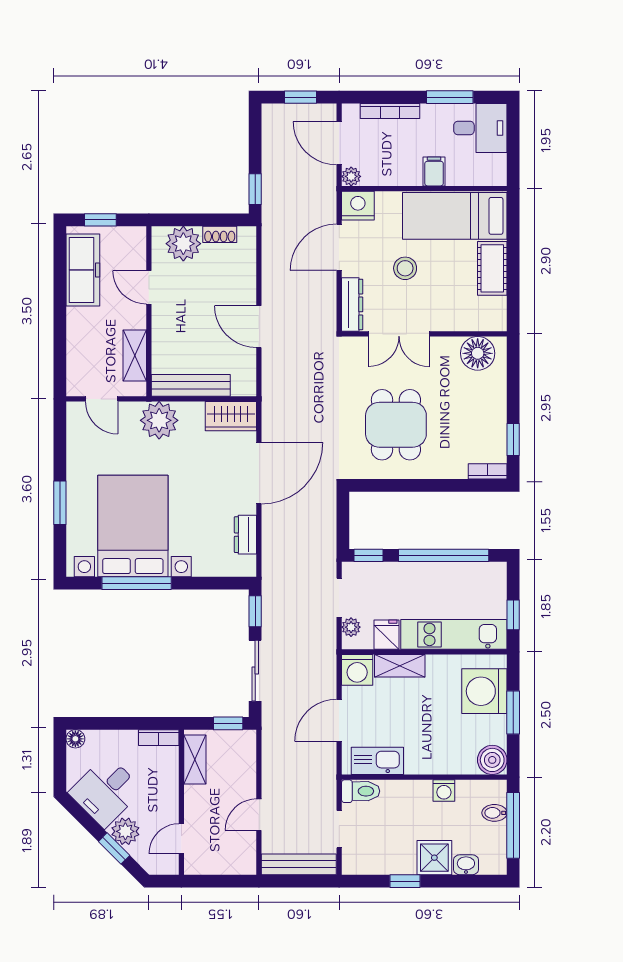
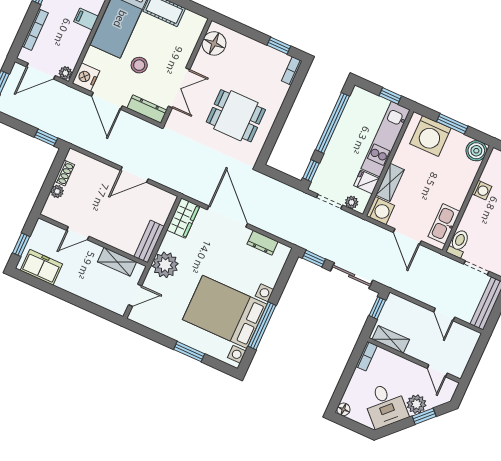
plant: (183, 244) -> (57, 191), width x0.53, depth x0.53
freezer: (83, 270) -> (41, 267), width x0.71
bench: (191, 385) -> (149, 241), width x0.73

